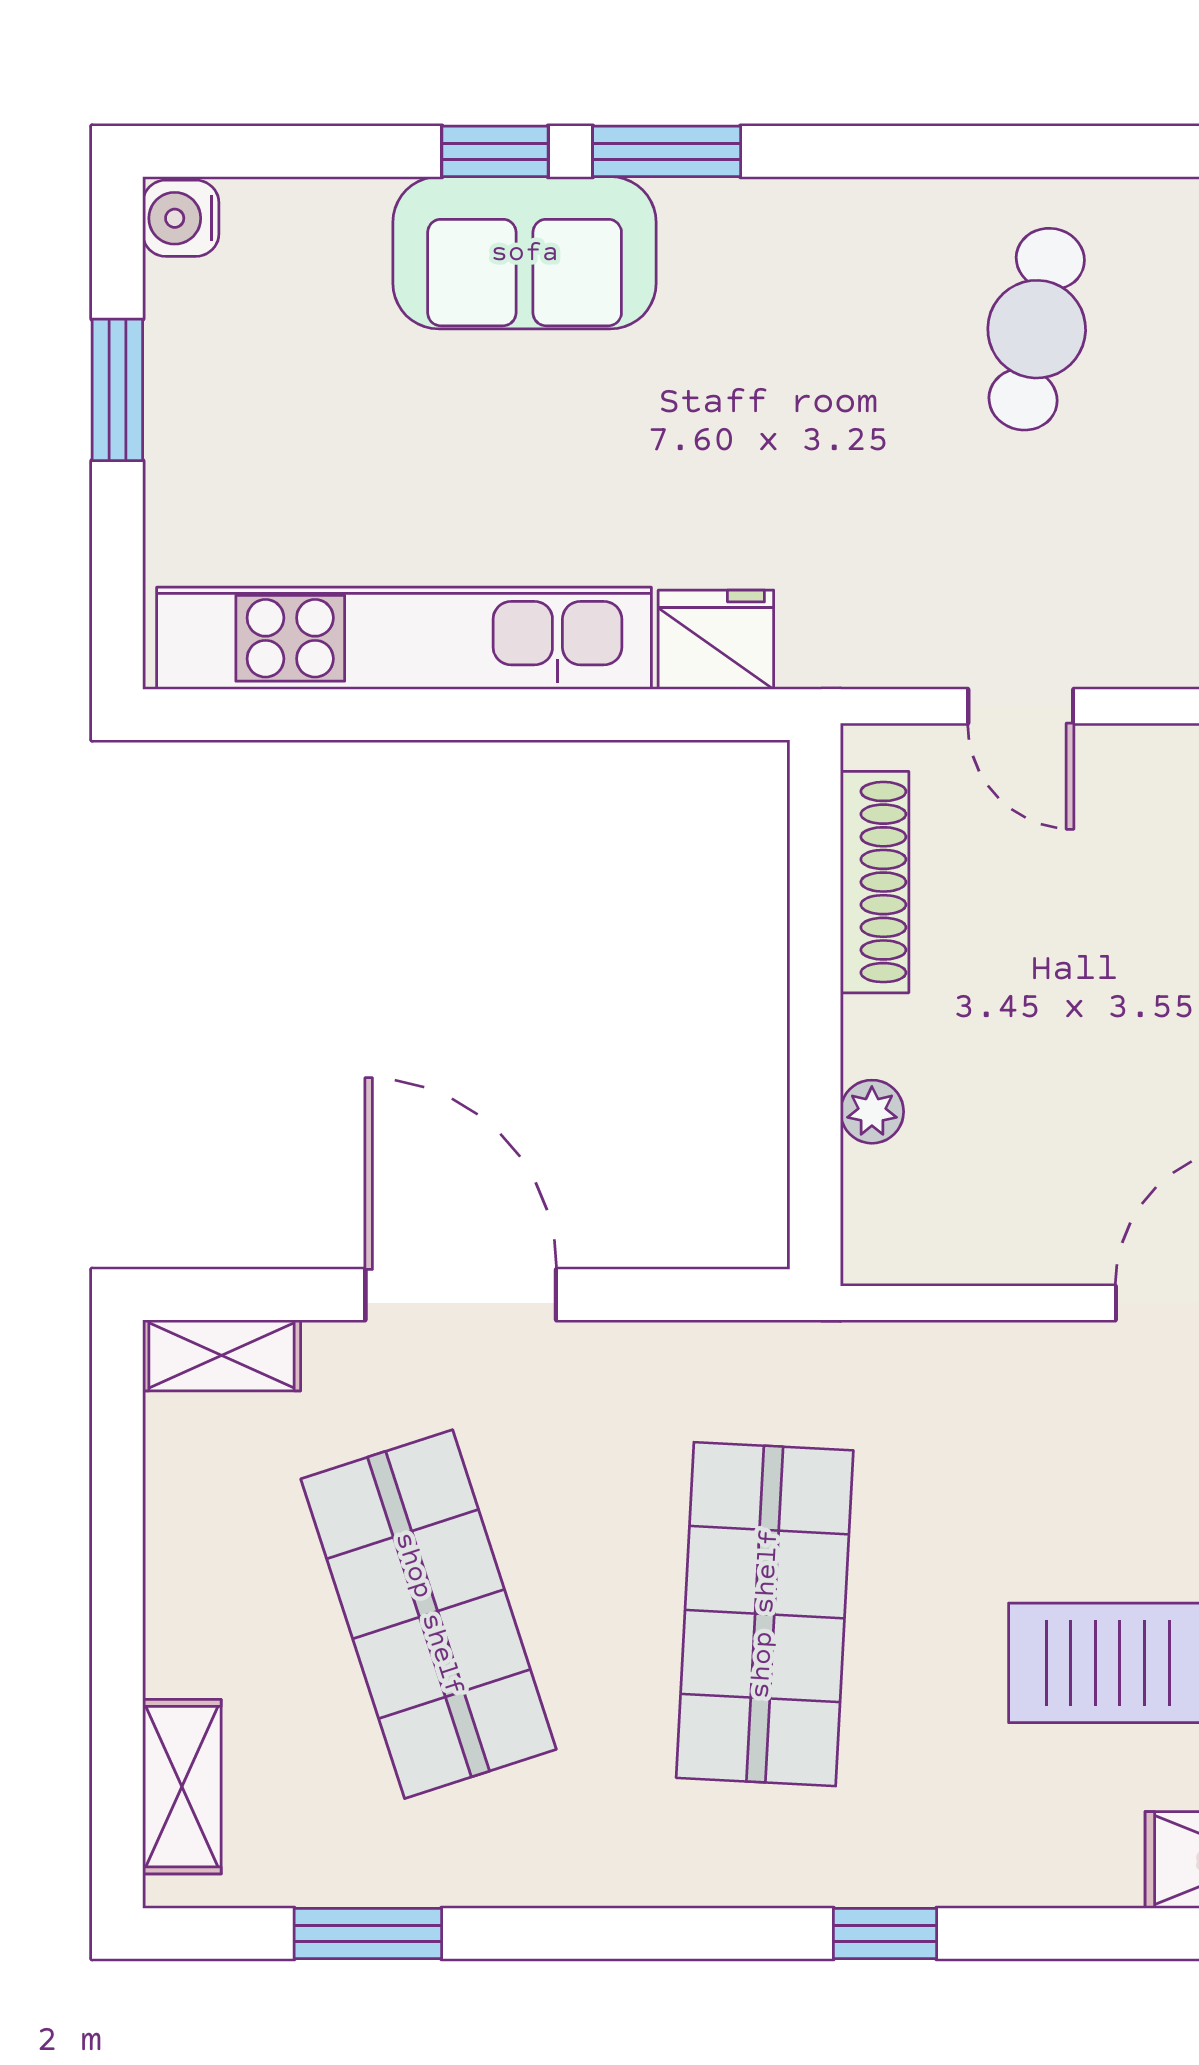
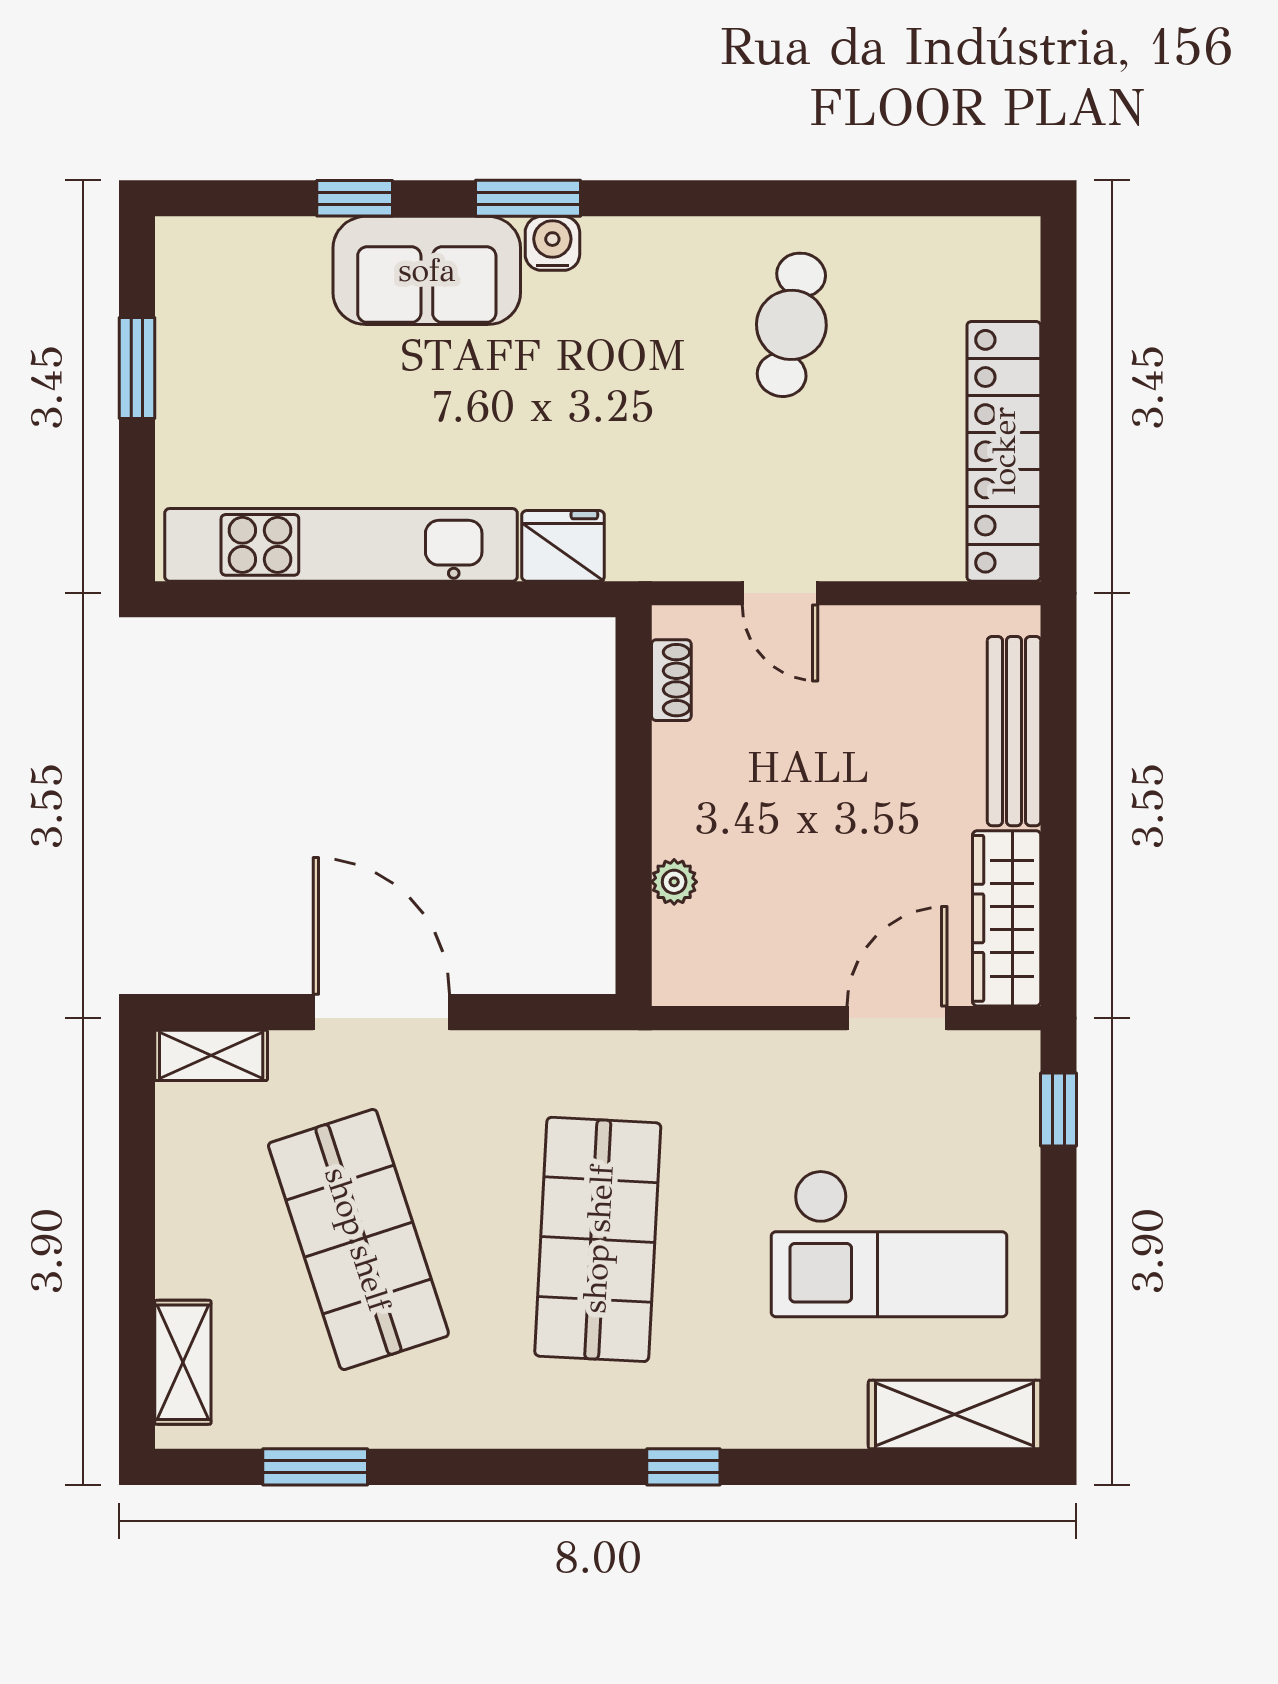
window: (495, 151) -> (355, 198), moved
water cooler: (181, 218) -> (552, 243), moved, turned 90
shoe rack: (875, 882) -> (671, 680), width x0.51, depth x0.81

